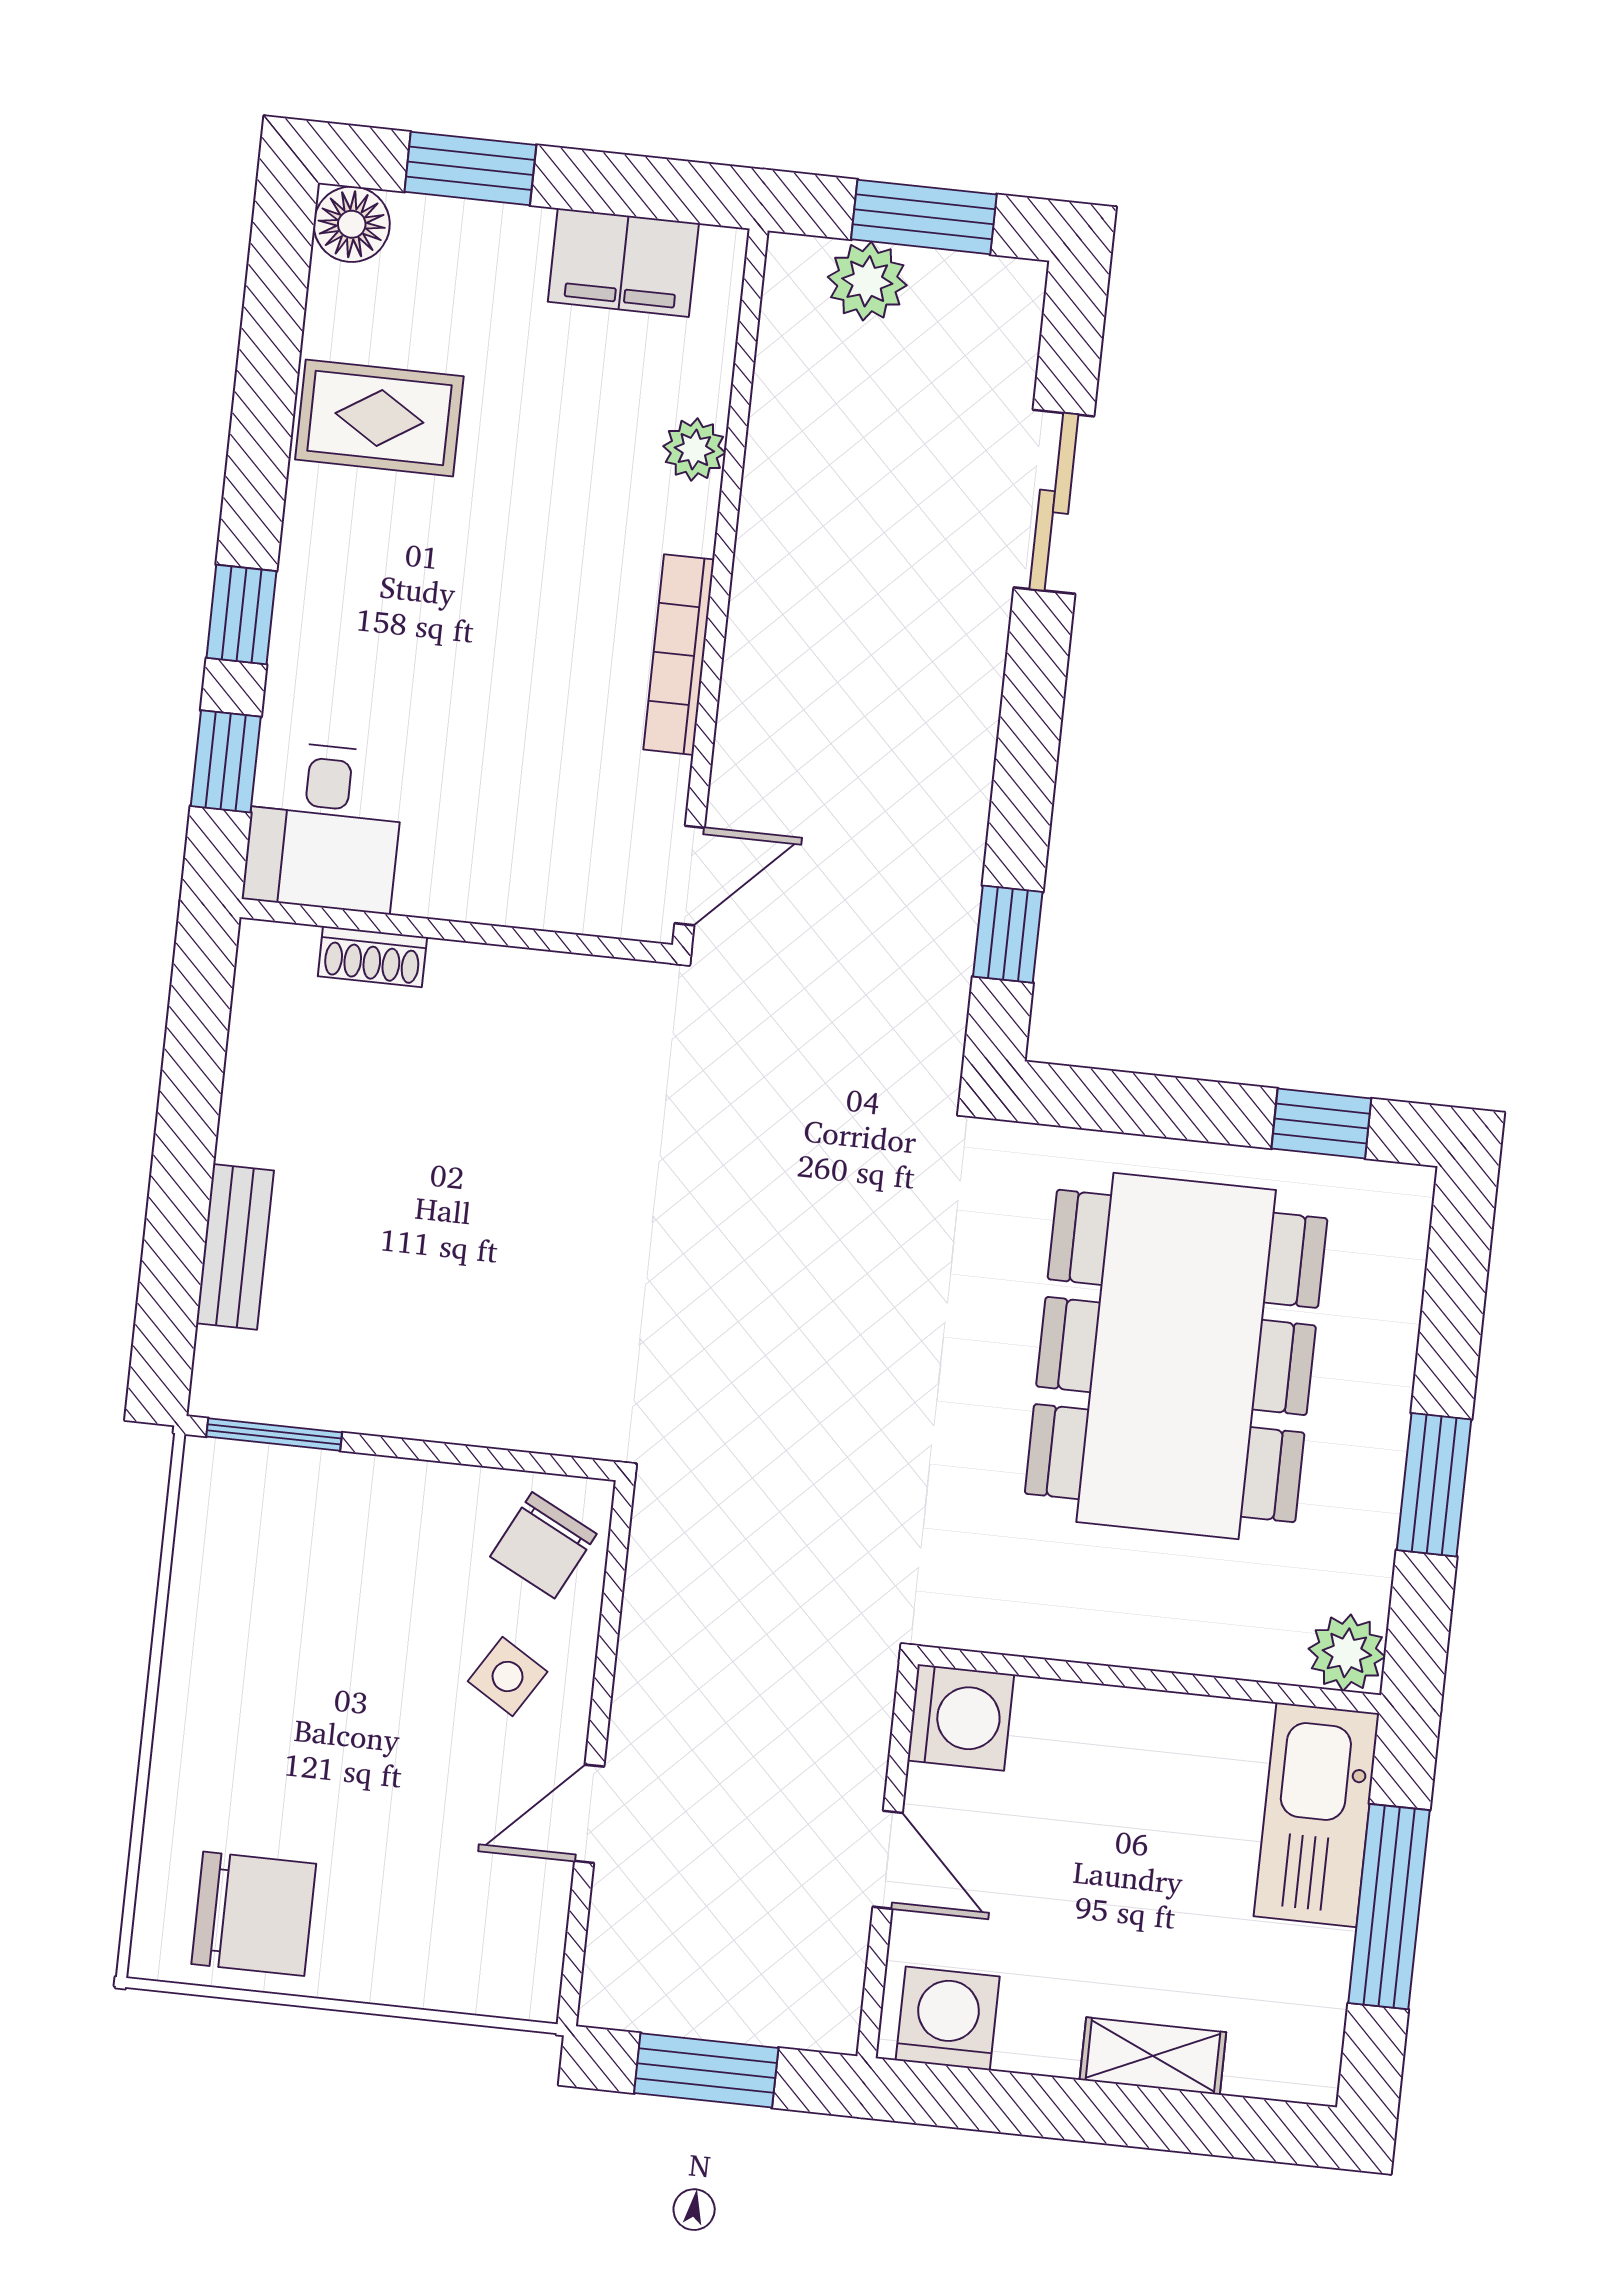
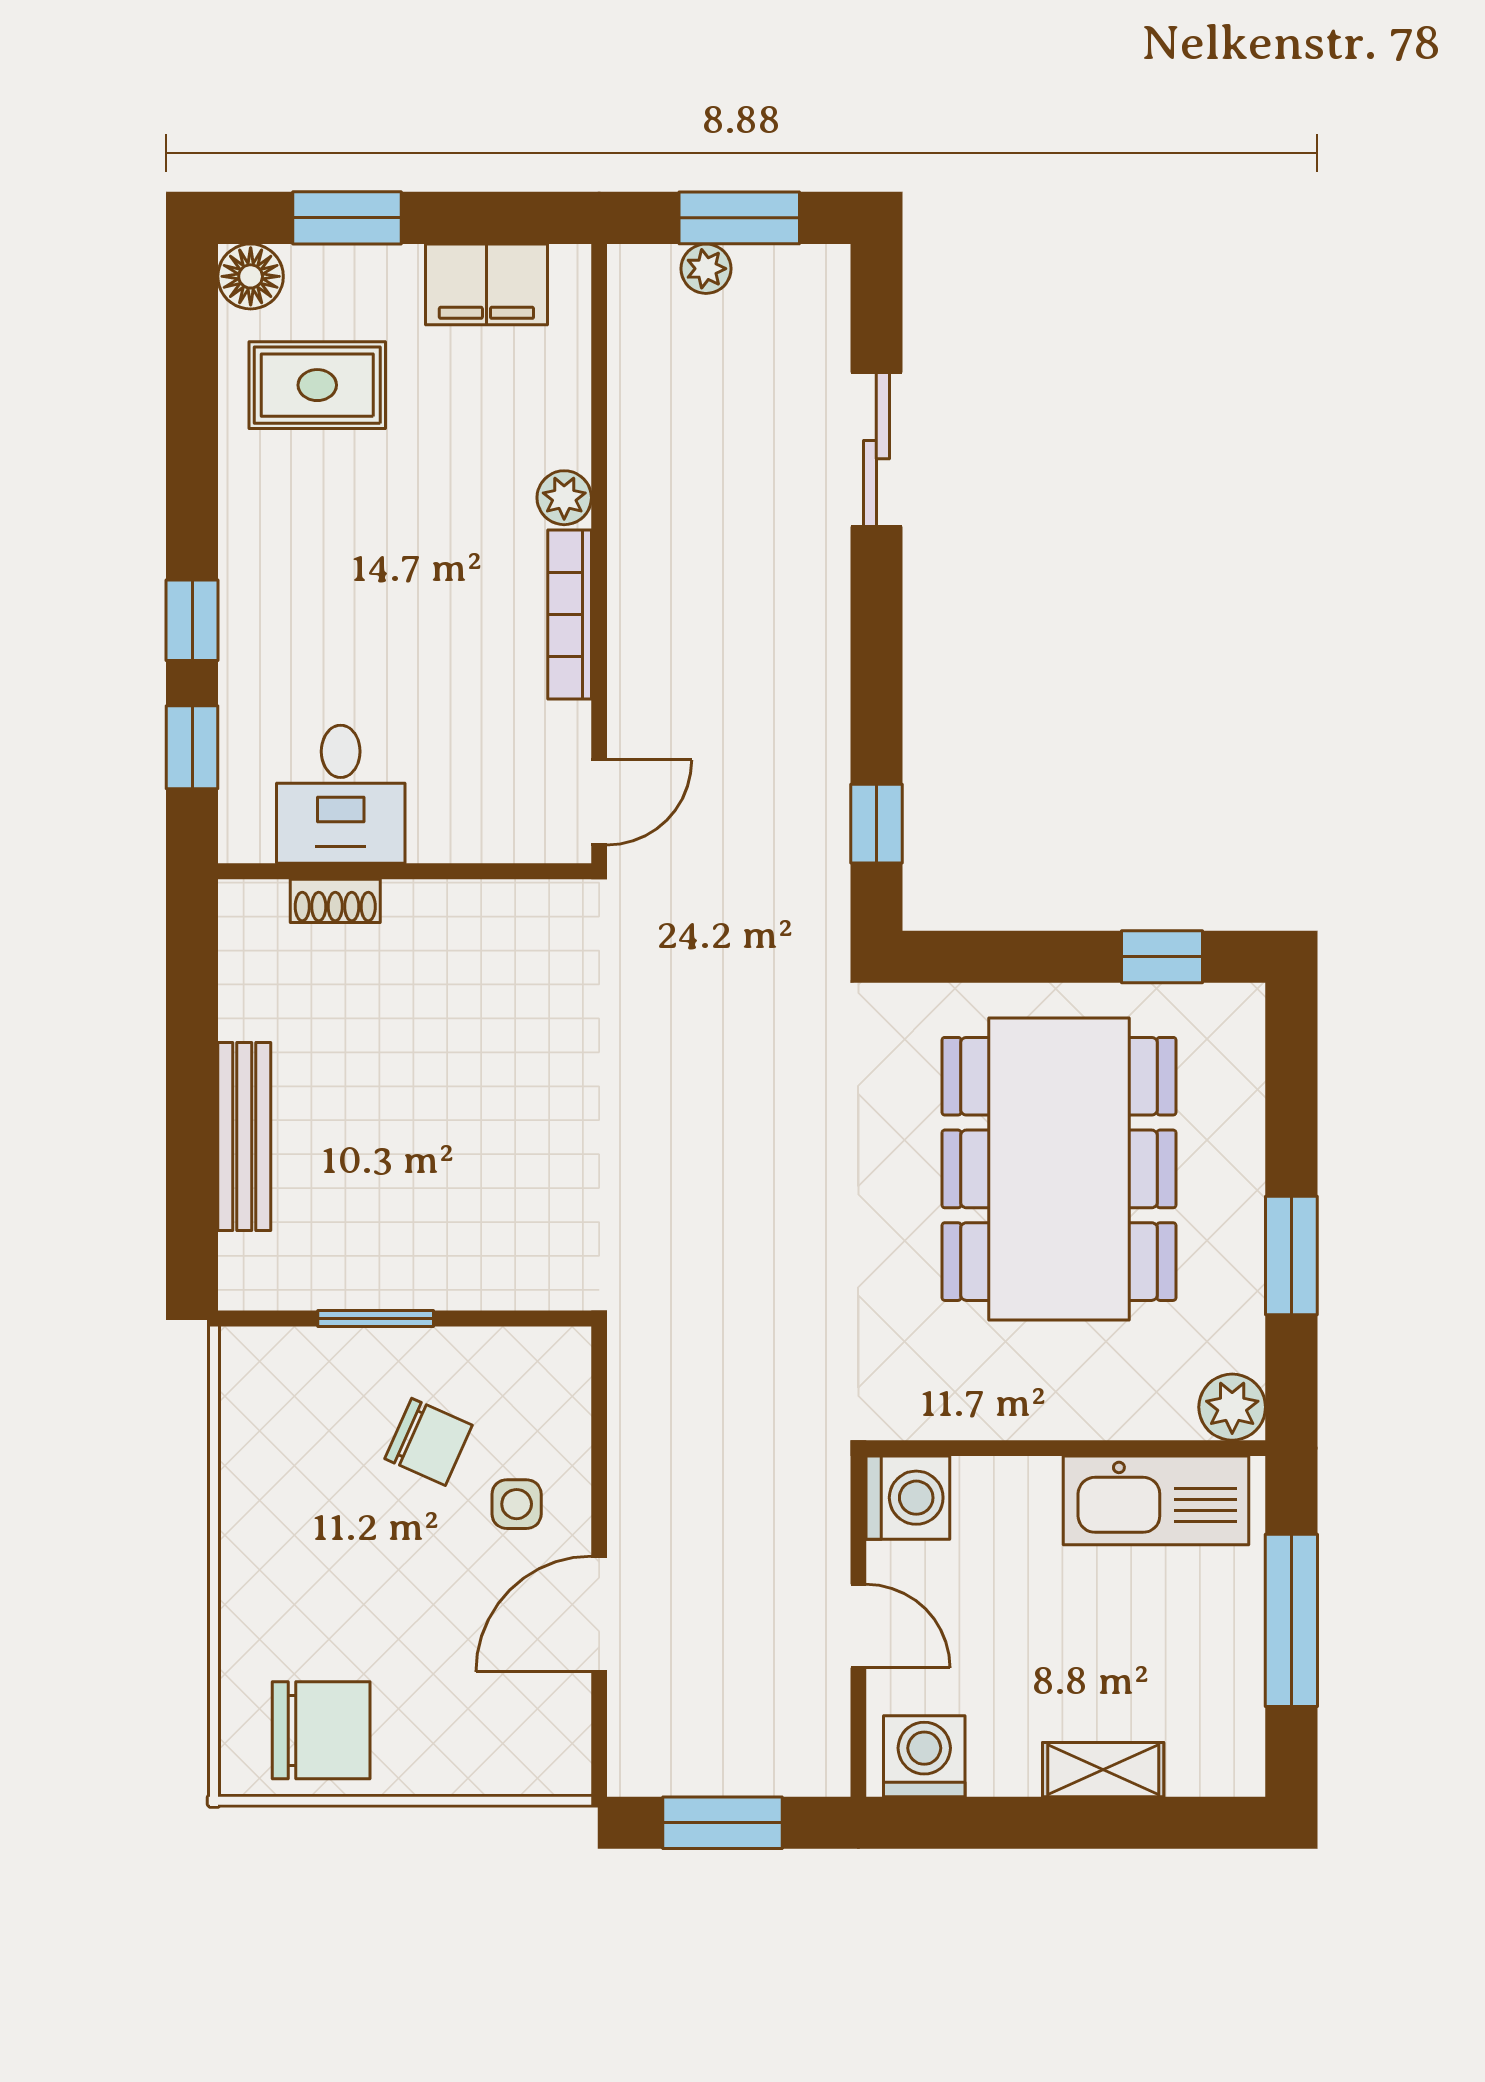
plant: (867, 281) -> (706, 269), width x0.73, depth x0.73
rug: (379, 418) -> (317, 385), moved
plant: (694, 449) -> (564, 498), moved
desk: (324, 827) -> (341, 794), moved
bench: (235, 1247) -> (244, 1137), width x1.36
window: (274, 1435) -> (376, 1318), moved
chair: (543, 1545) -> (429, 1442), moved, turned -93
side table: (508, 1676) -> (517, 1504), turned -32
door: (589, 1814) -> (599, 1614), width x1.38
kitchen sink: (1316, 1815) -> (1156, 1500), moved, turned -90

